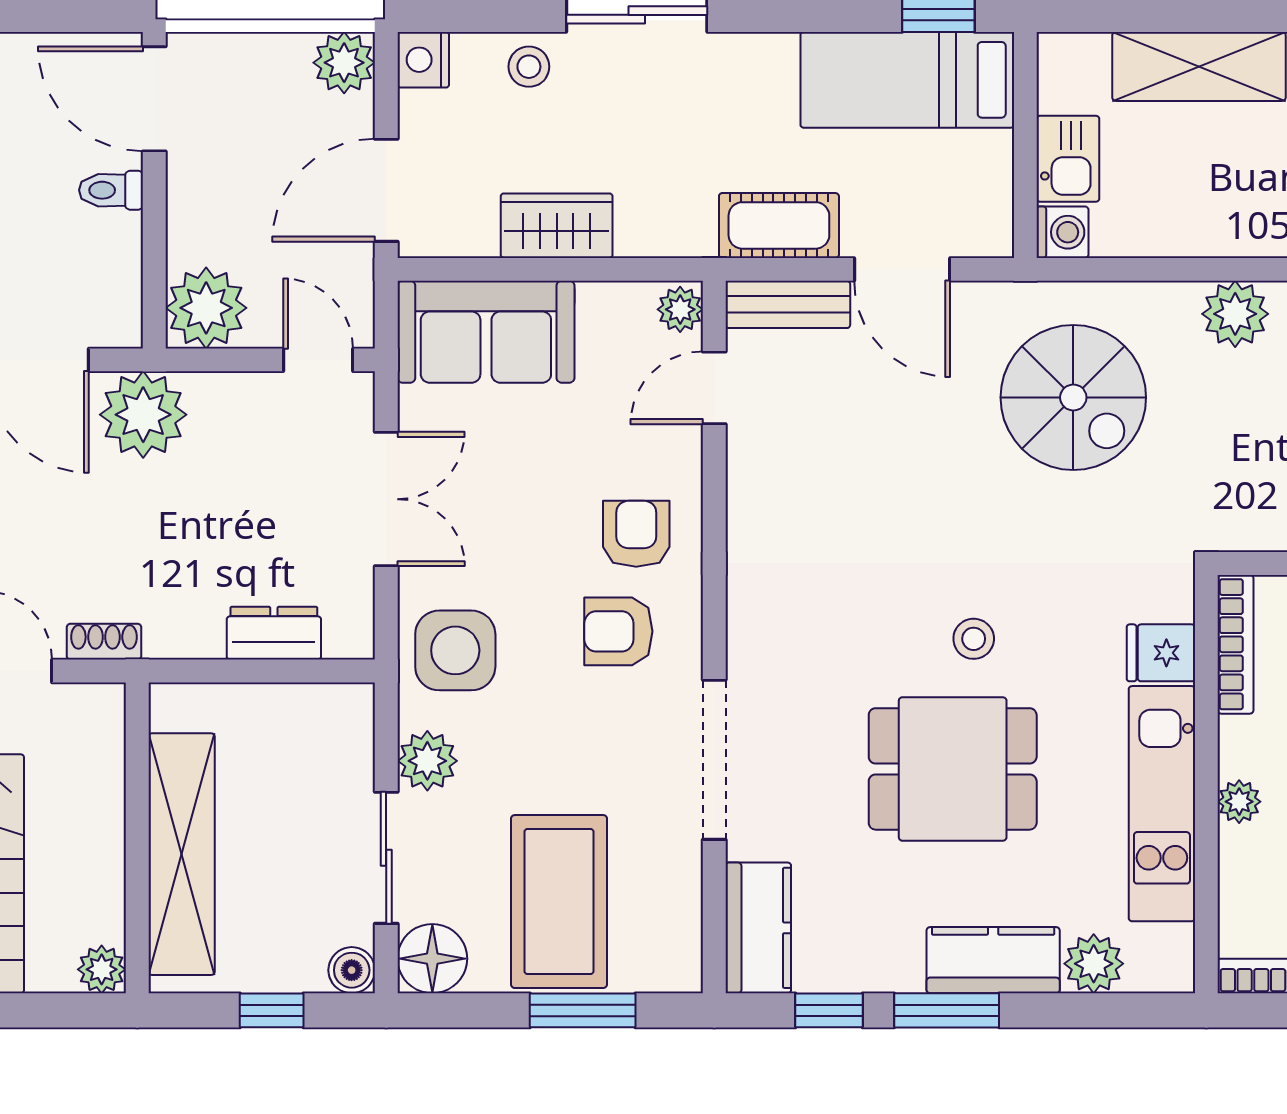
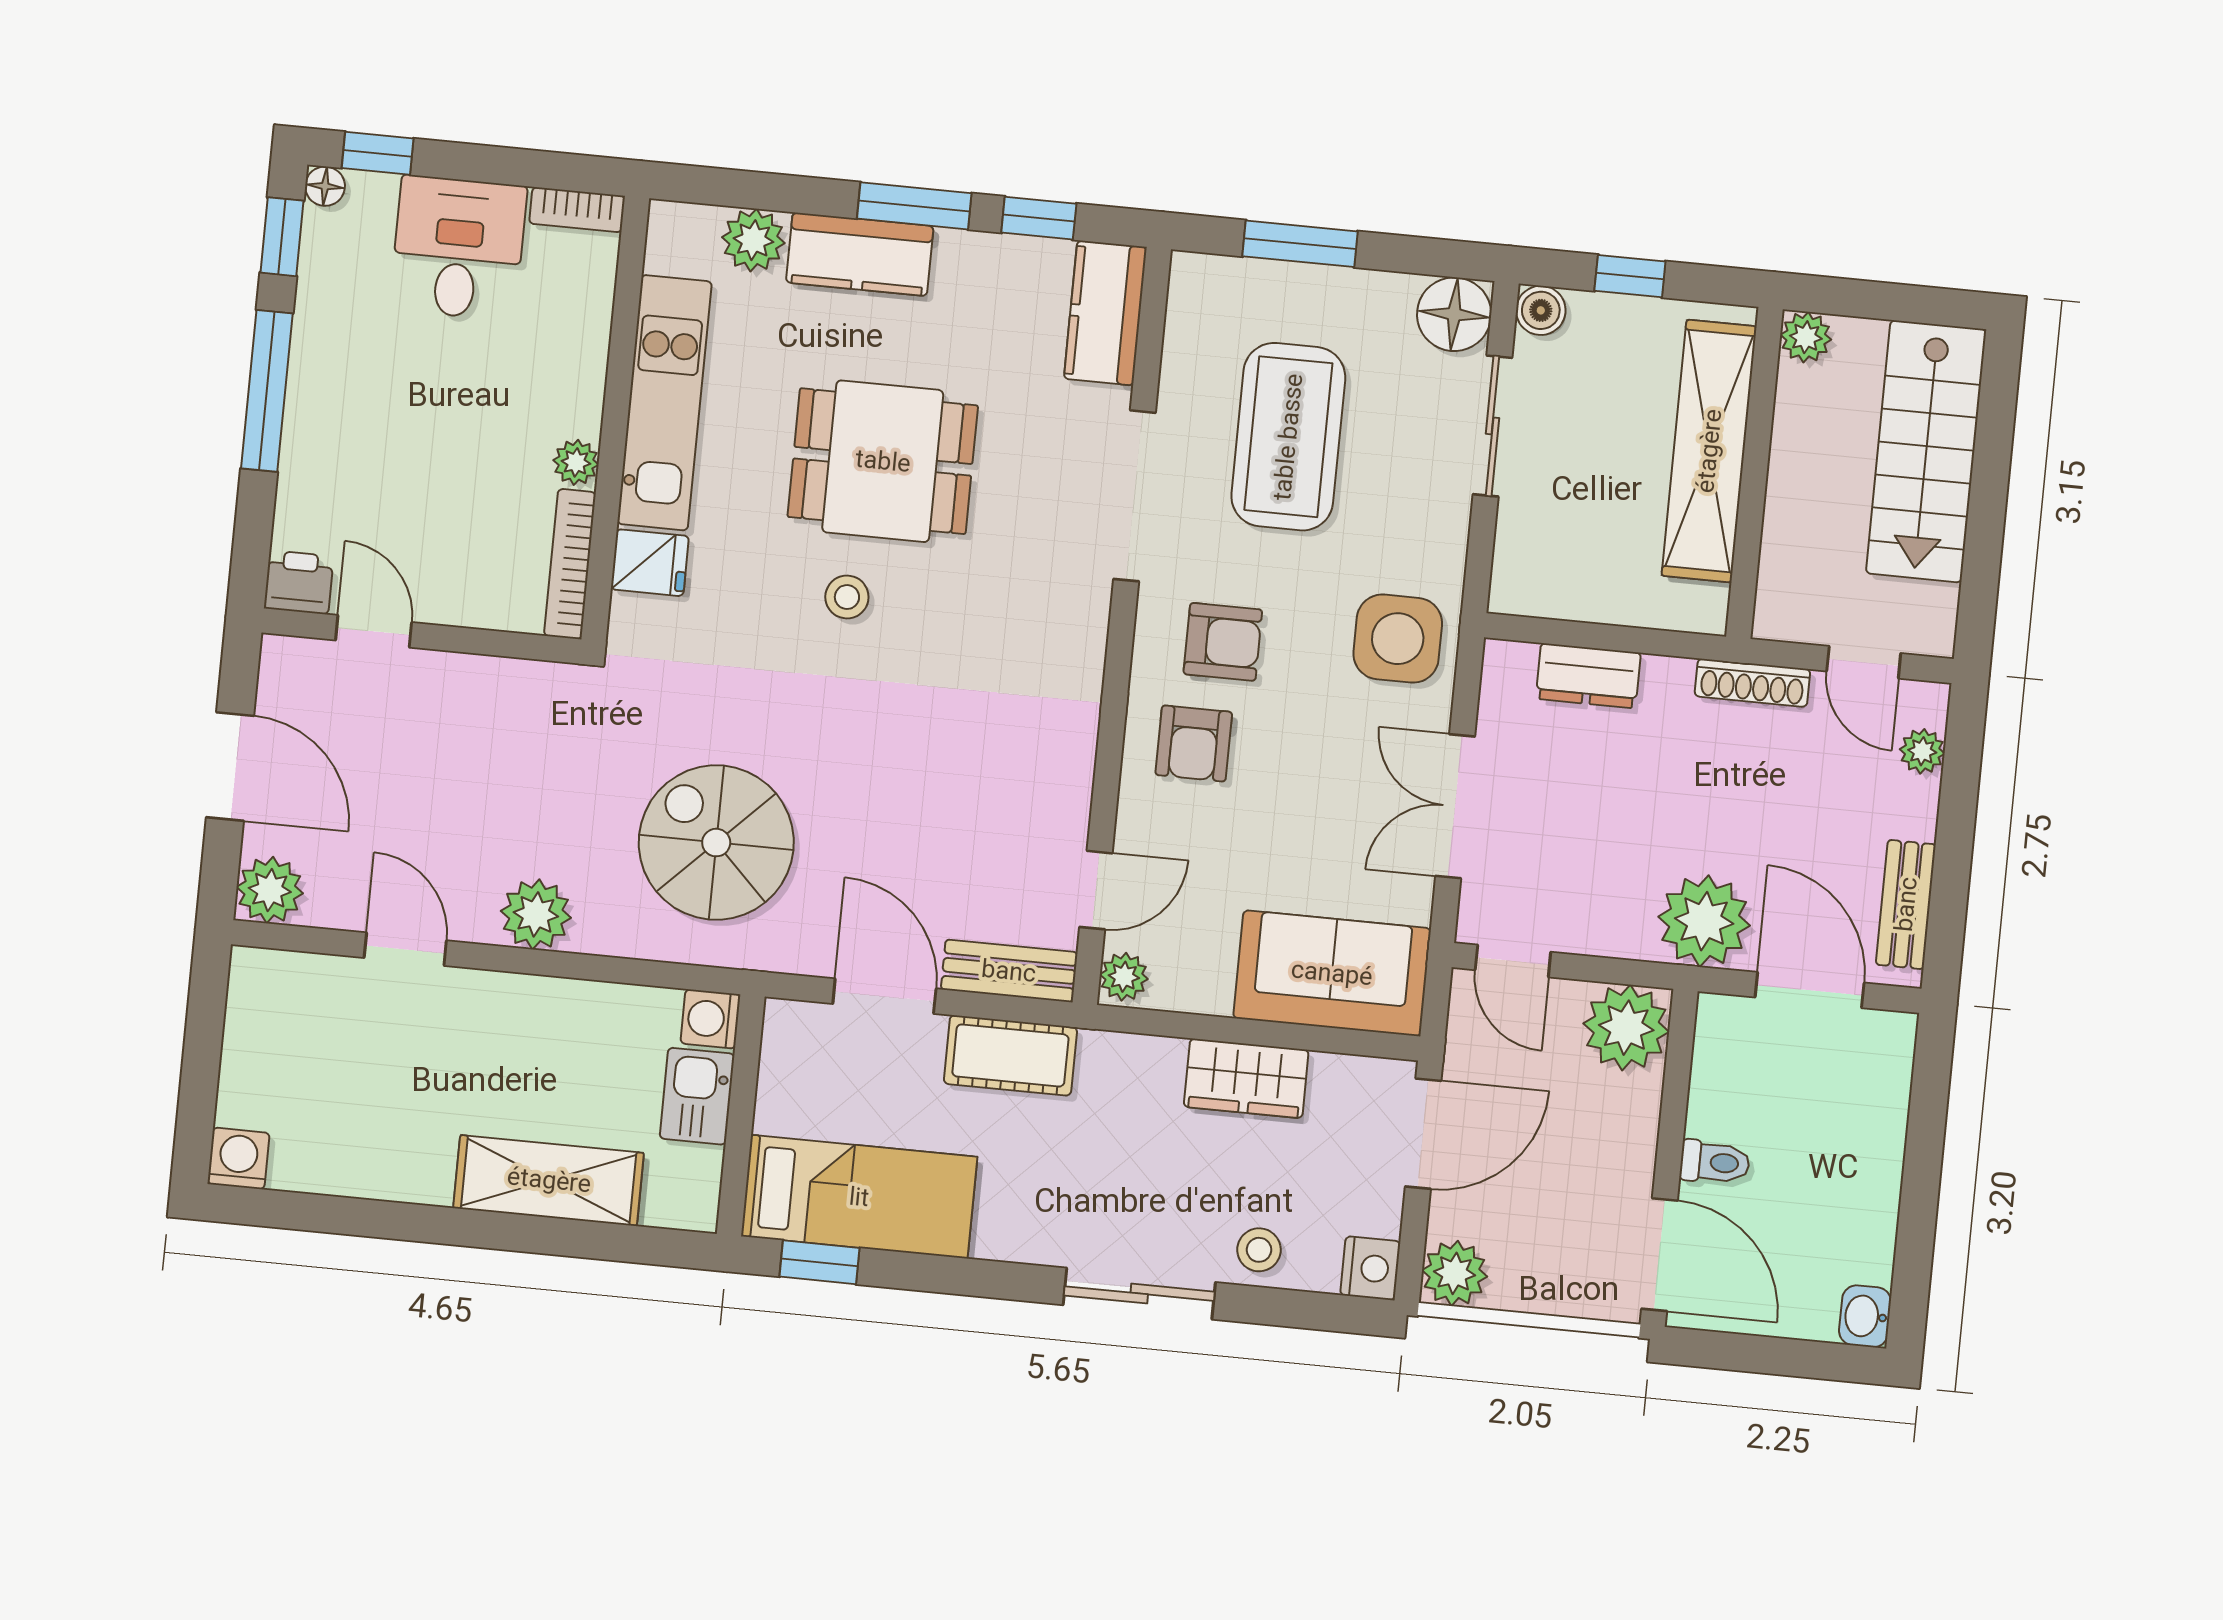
shoe rack: (104, 642) -> (1752, 683), width x1.43
plant: (427, 761) -> (1439, 524), removed
plant: (1239, 802) -> (576, 462), moved
coffee table: (559, 902) -> (1288, 437), moved

